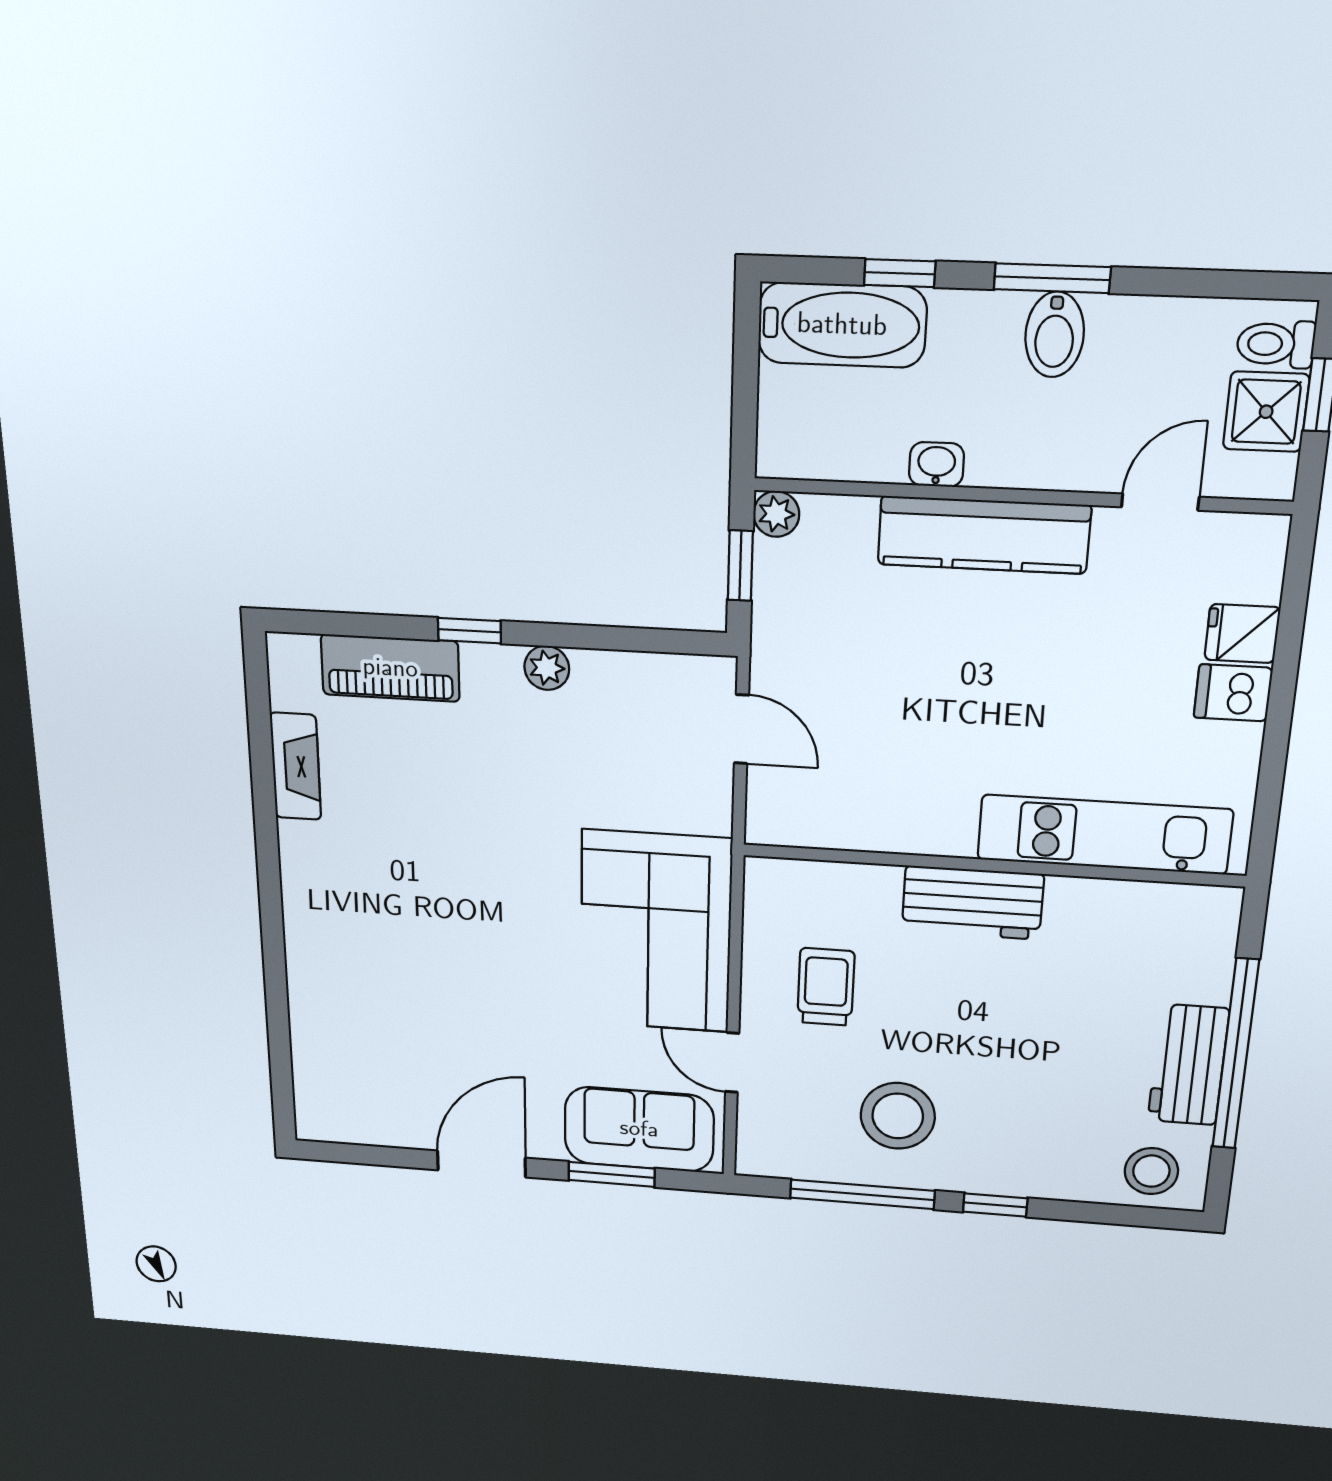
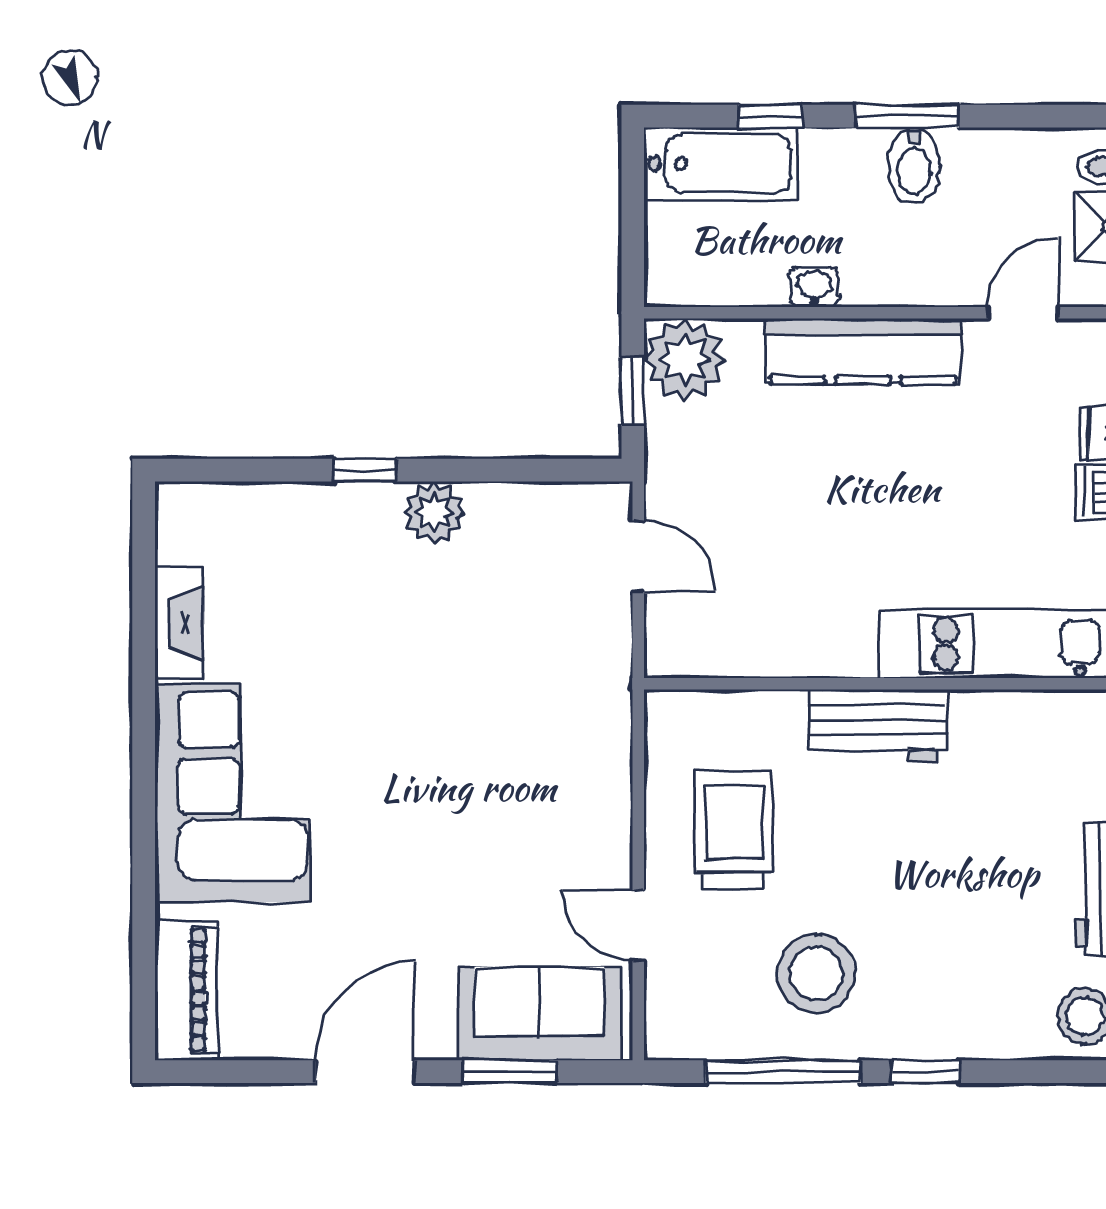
plant: (776, 514) -> (685, 359), width x1.88, depth x1.88
piano: (390, 668) -> (186, 990), moved, turned -90
plant: (547, 668) -> (434, 512), width x1.38, depth x1.38
corner sofa: (656, 932) -> (233, 793), moved, turned 180
trolley: (826, 987) -> (734, 830), width x1.36, depth x1.39

